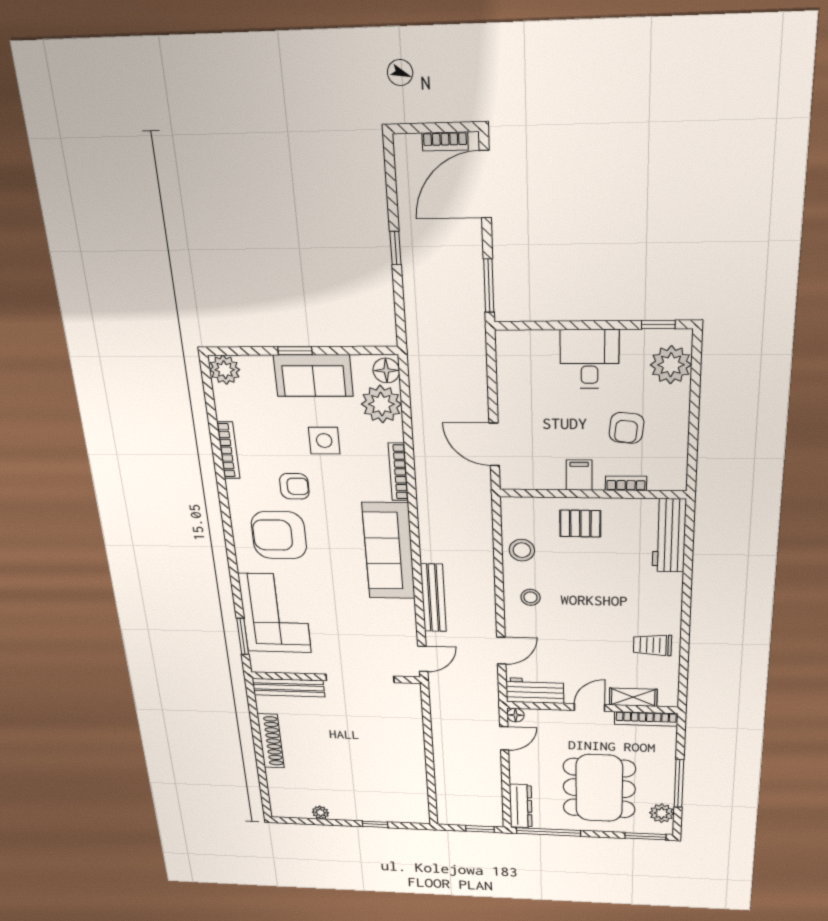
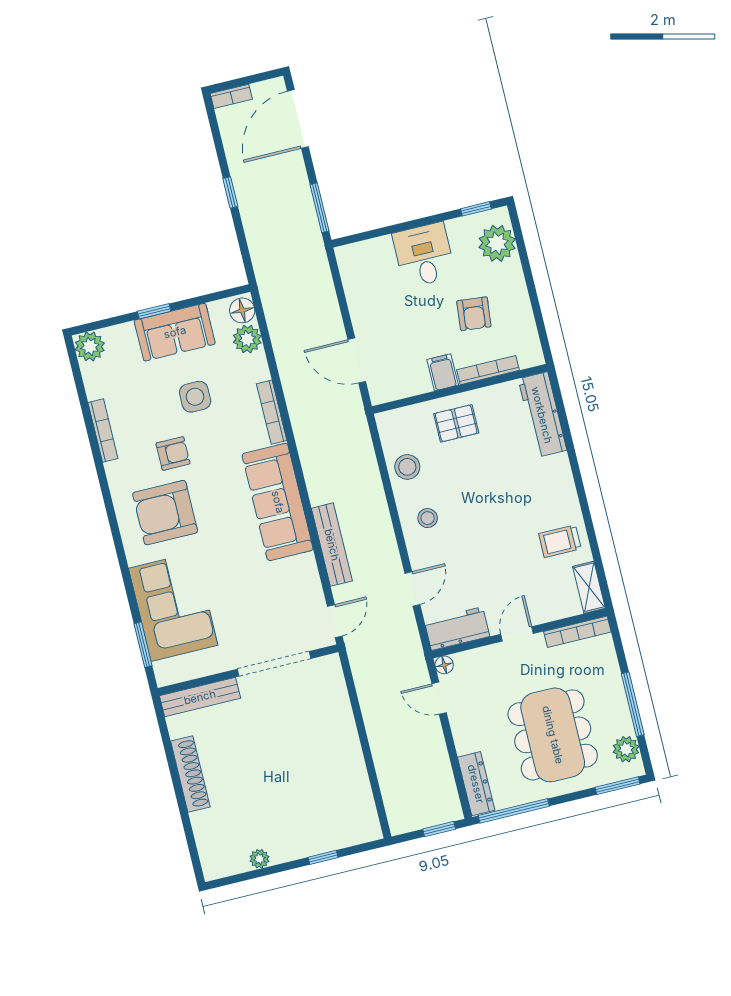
bookcase: (445, 141) -> (231, 96), moved
plant: (381, 404) -> (247, 339), width x0.73, depth x0.73
bookcase: (626, 483) -> (488, 370), width x1.56
shelving: (633, 697) -> (589, 587), moved, turned 90
door: (504, 738) -> (439, 698), swing flipped

